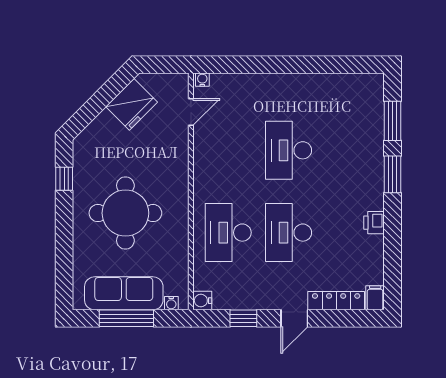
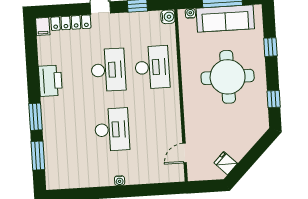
water cooler: (202, 80) -> (120, 181), moved
fridge: (132, 104) -> (226, 163), width x0.53, depth x0.75
printer: (374, 223) -> (50, 81), width x1.87, depth x1.48
window: (64, 250) -> (270, 47), added

